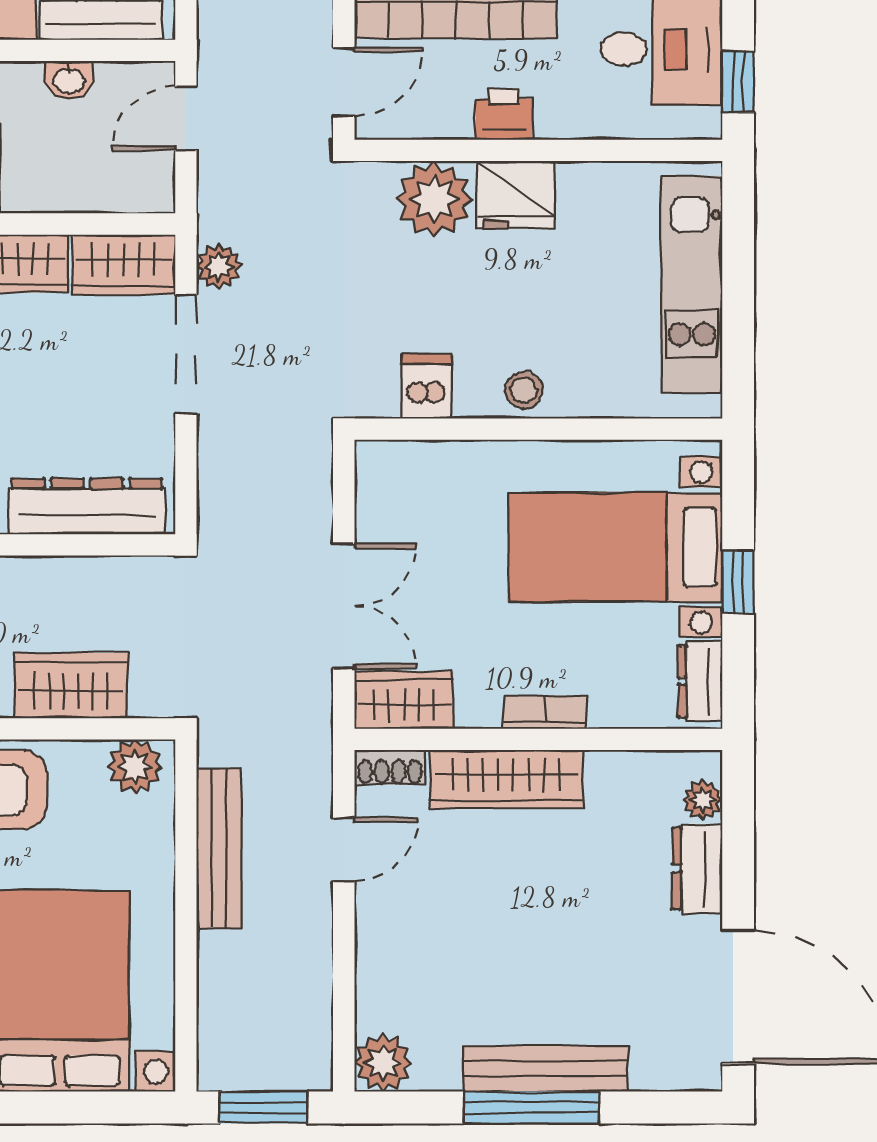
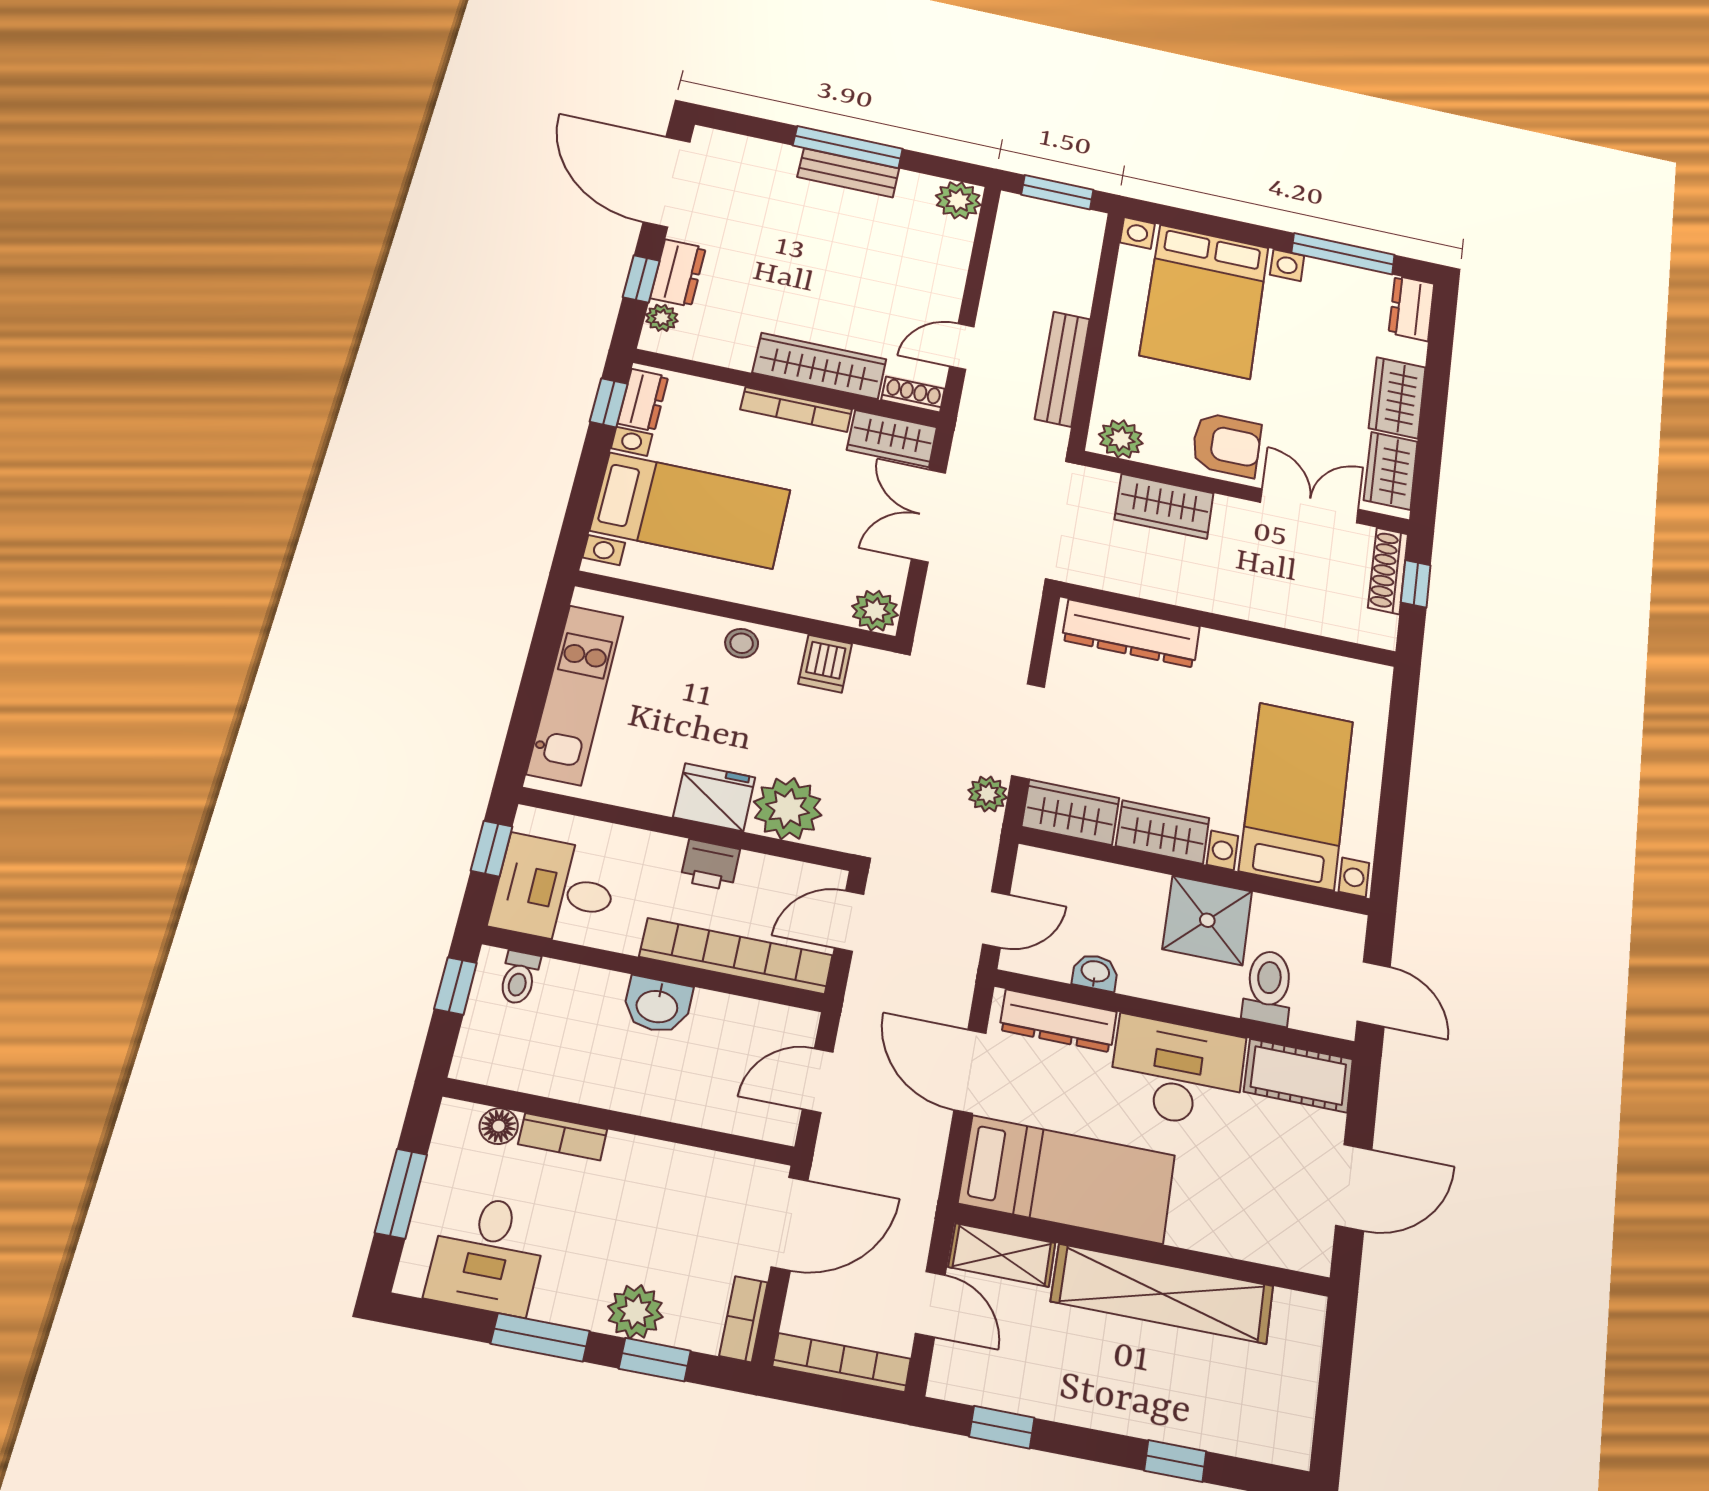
plant: (383, 467) -> (875, 611), added
window: (738, 582) -> (609, 403), moved
bookcase: (545, 712) -> (796, 409), width x1.56
window: (738, 849) -> (641, 279), added
bench: (546, 1069) -> (848, 173), width x0.73

